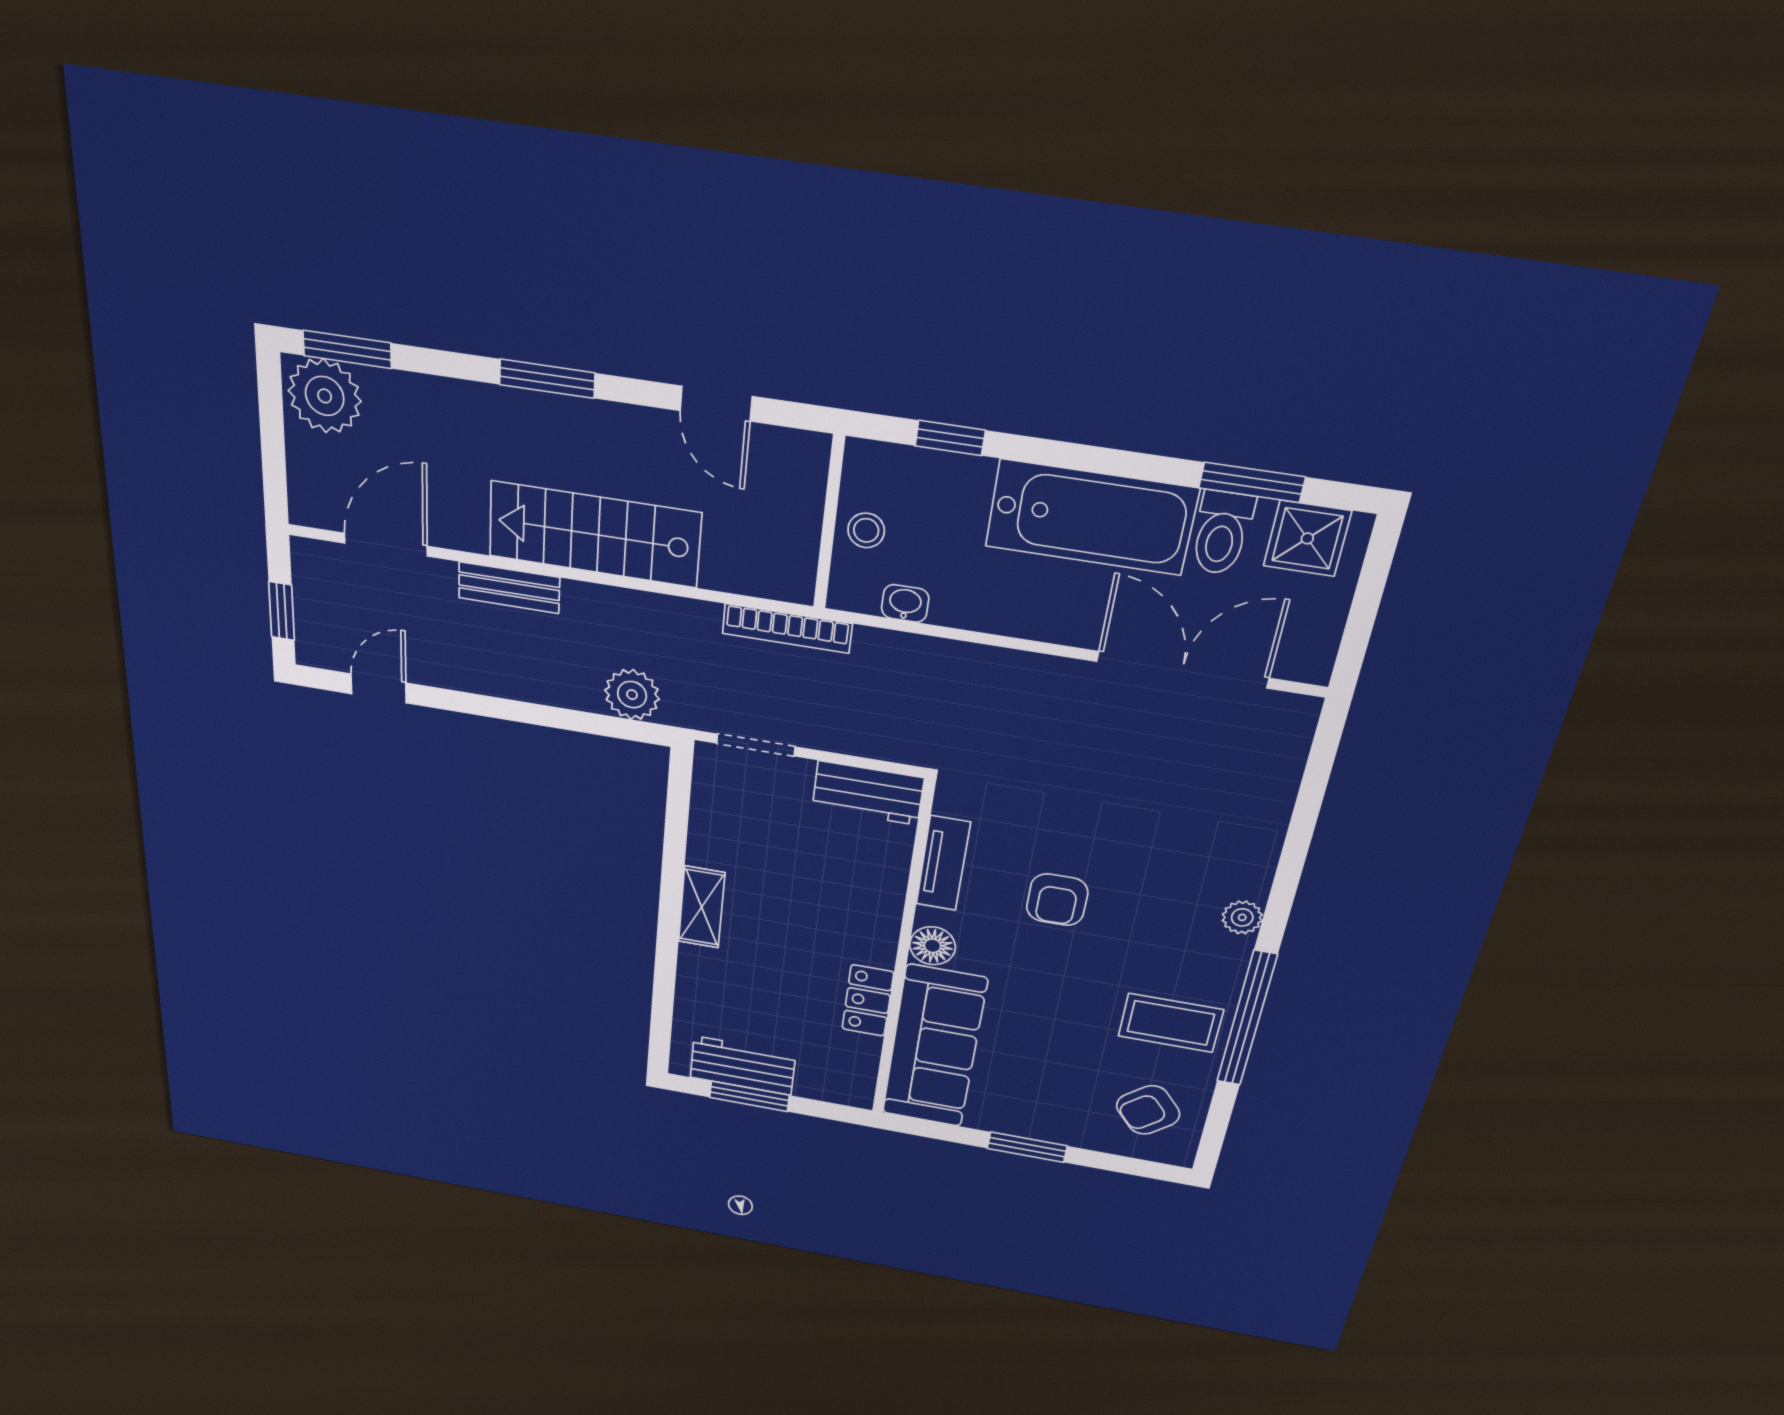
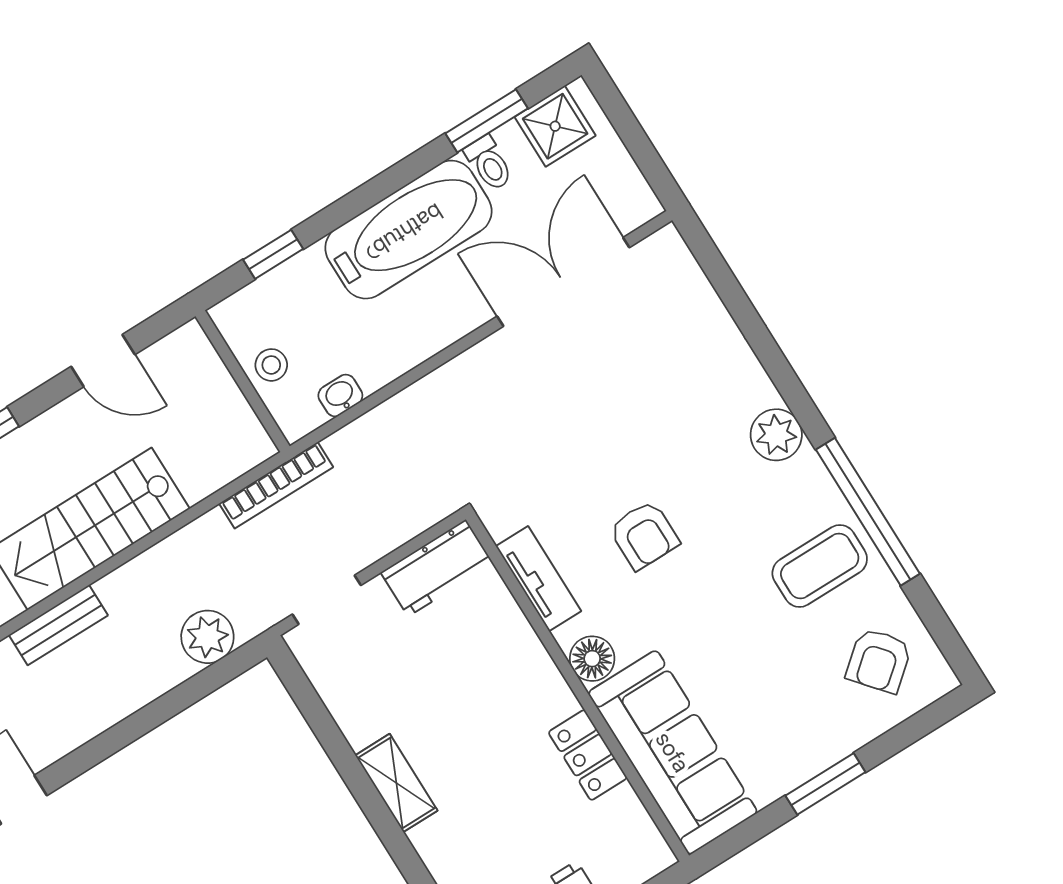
toilet: (1222, 533) -> (489, 163), width x0.73, depth x0.72
plant: (1242, 917) -> (776, 435), width x1.38, depth x1.38

